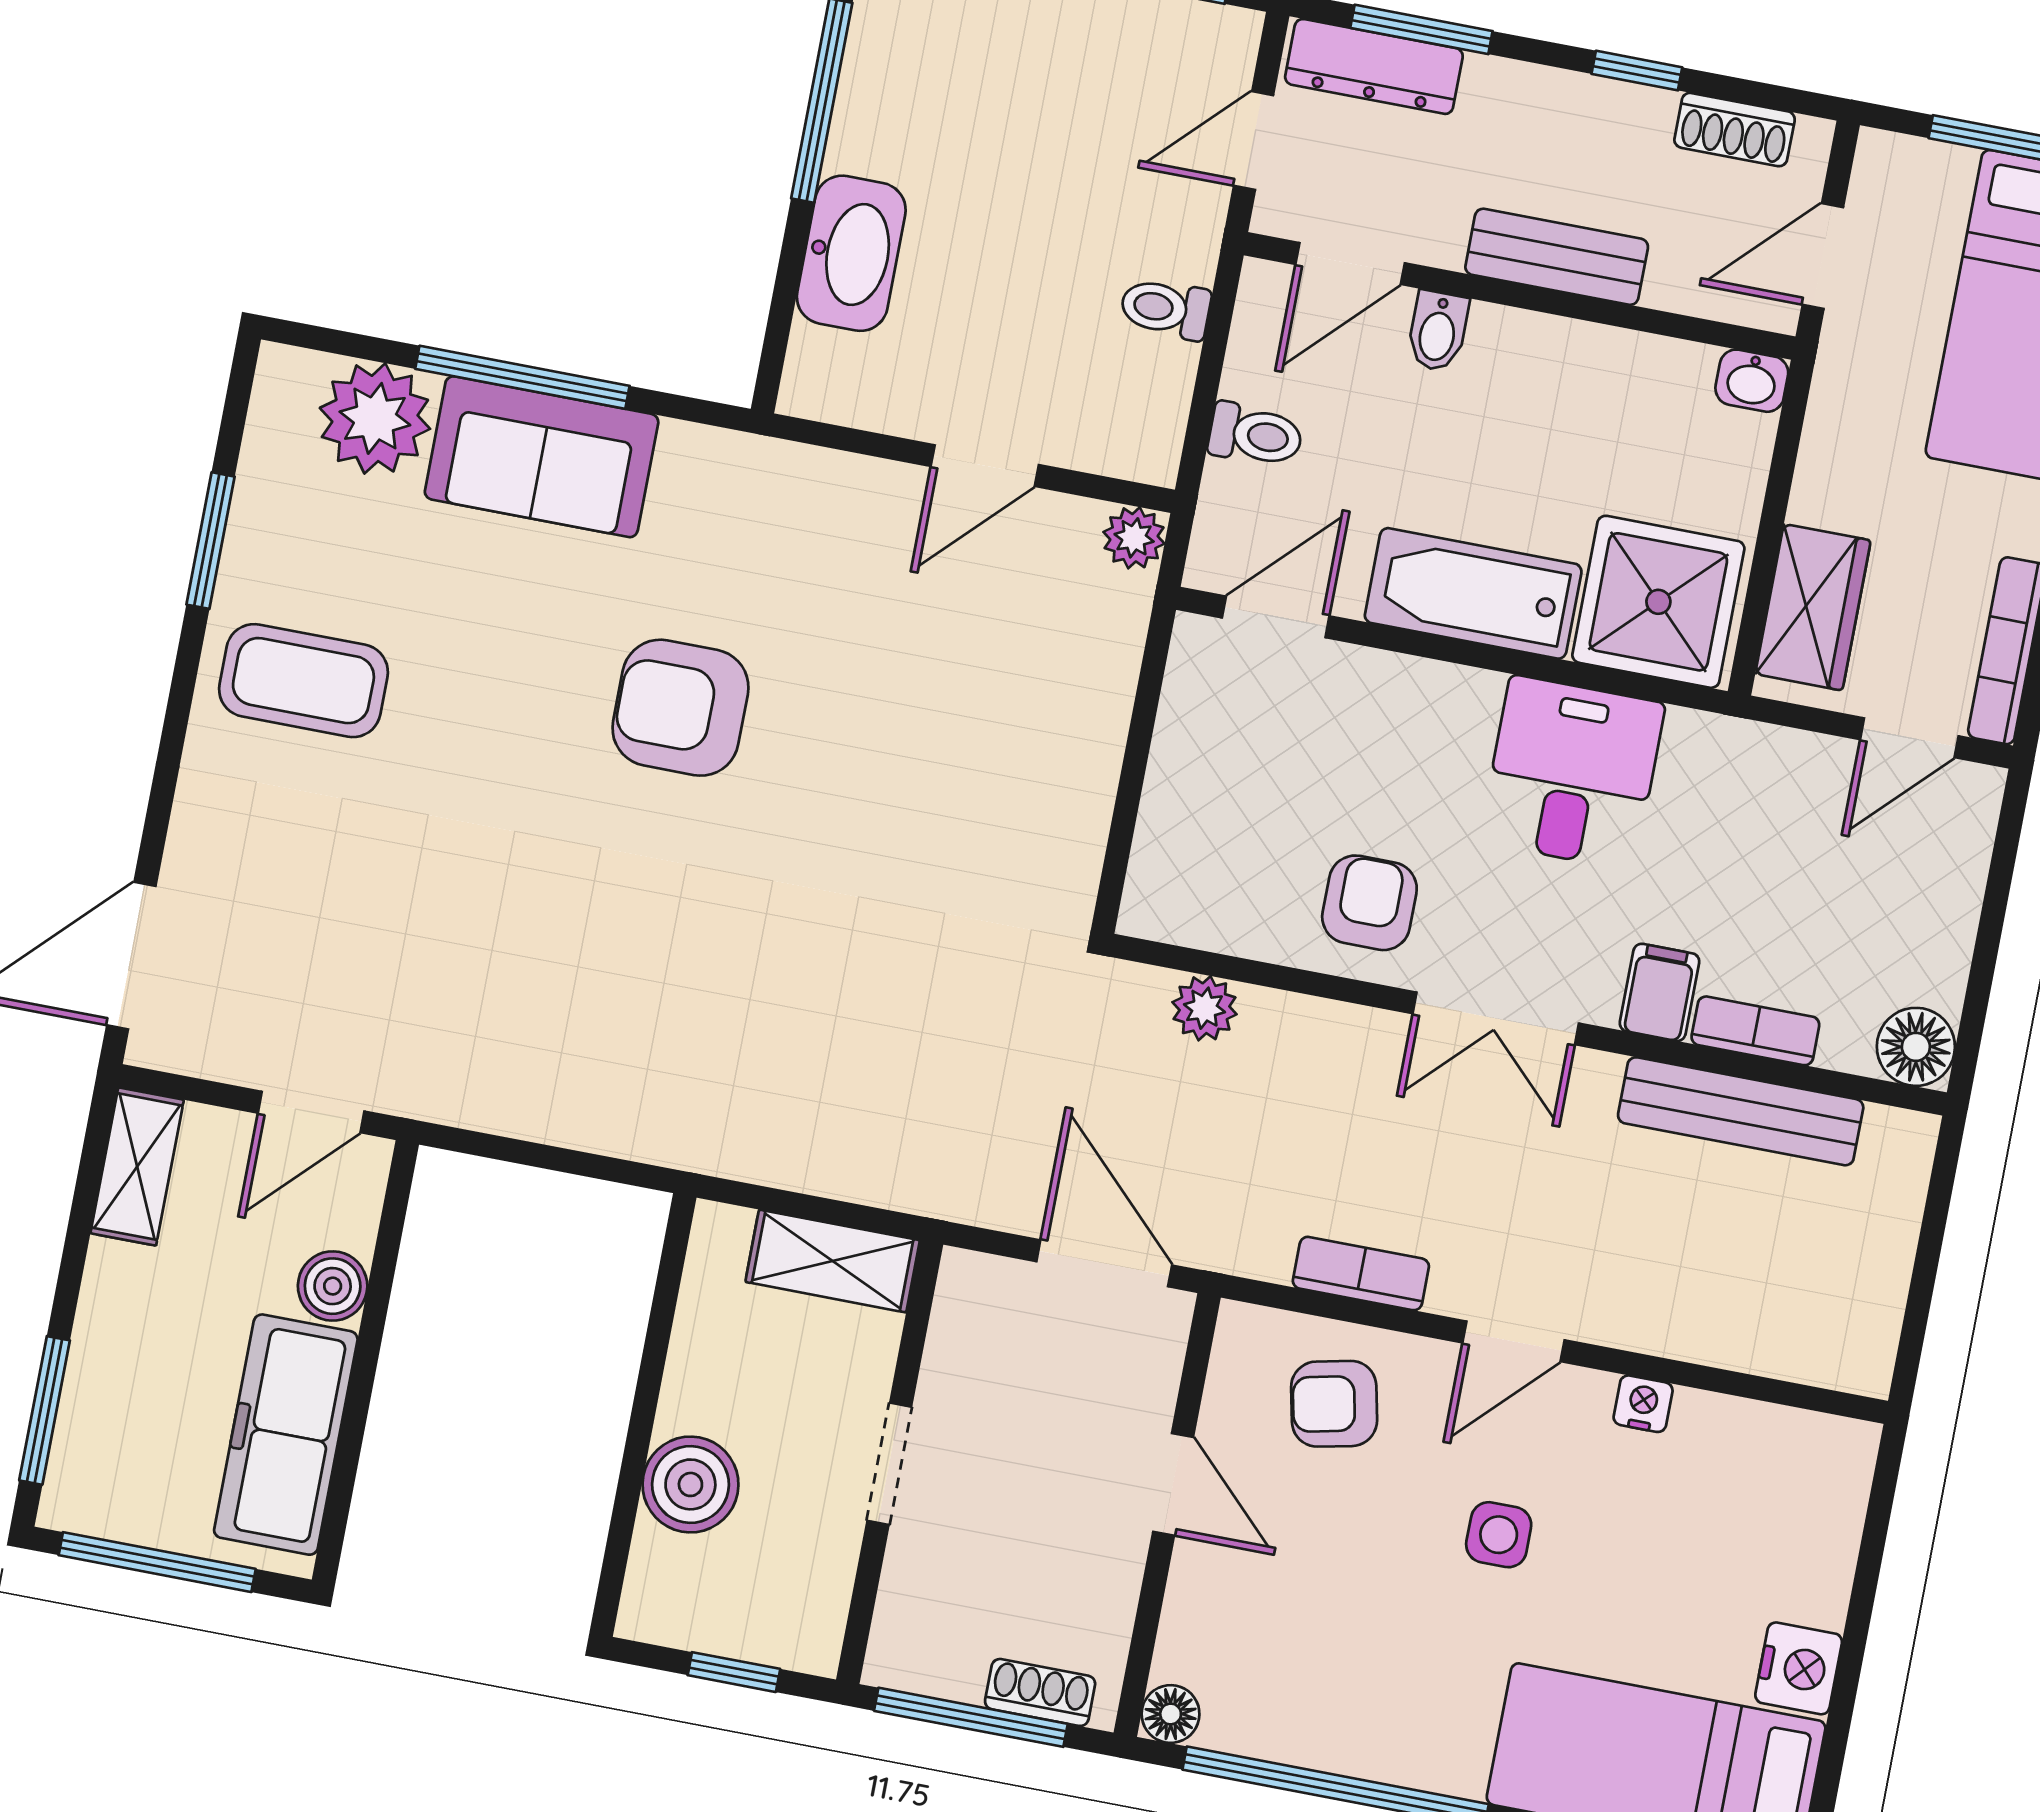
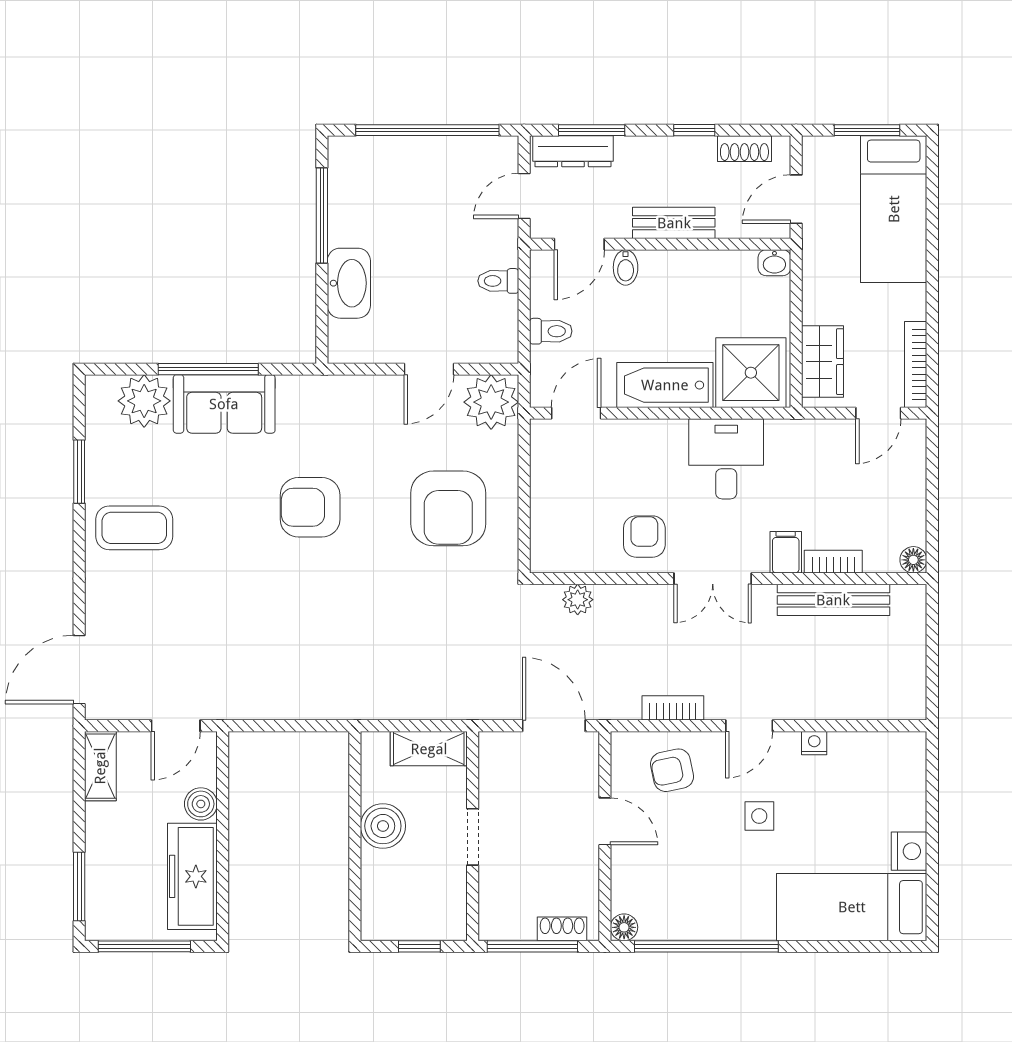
plant: (1134, 538) -> (491, 402), width x1.87, depth x1.87
armchair: (970, 765) -> (448, 508), added
floor lamp: (1916, 1047) -> (913, 560), width x0.73, depth x0.73
boiler: (690, 1484) -> (383, 826), moved

